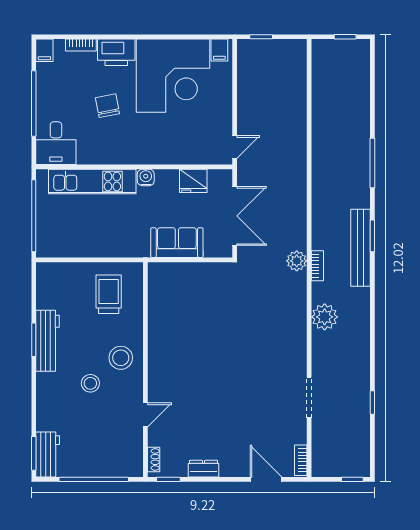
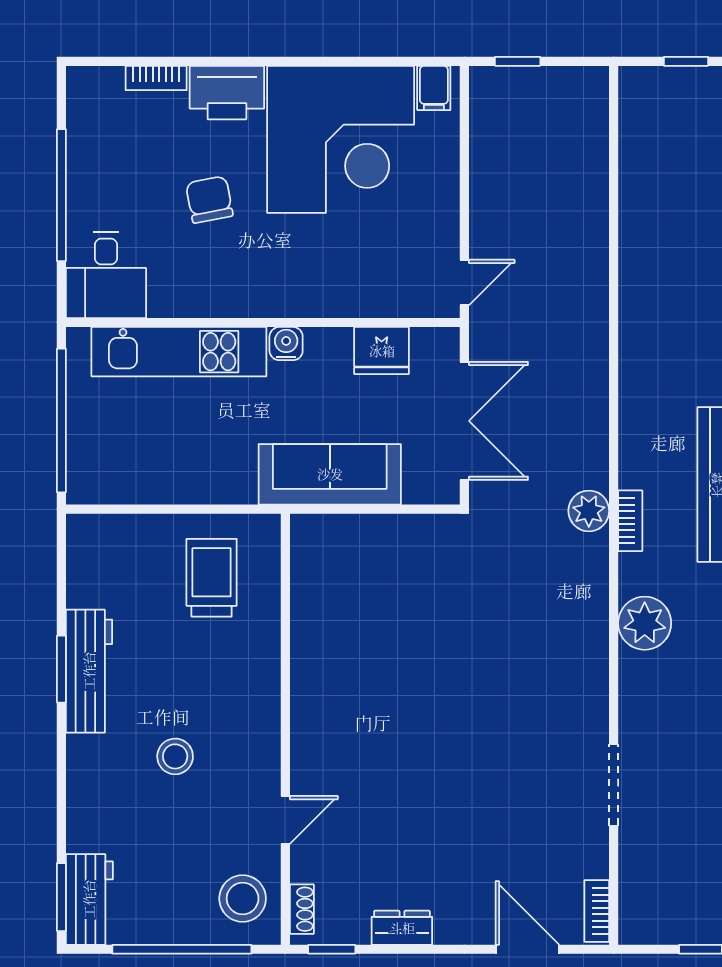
filing cabinet: (44, 50) -> (83, 89), removed
sofa: (177, 243) -> (330, 474), width x1.36
stool: (121, 358) -> (243, 899), moved

